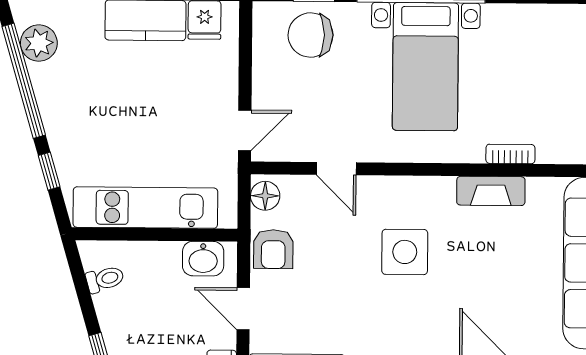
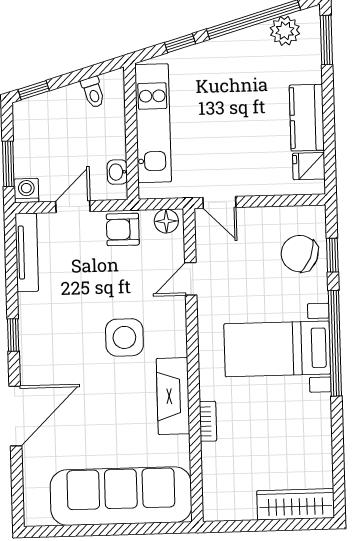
chair: (310, 35) -> (300, 254), turned -67
fireplace: (491, 191) -> (173, 396), width x1.37, depth x1.32
washbasin: (203, 259) -> (117, 172), width x0.72, depth x0.69

